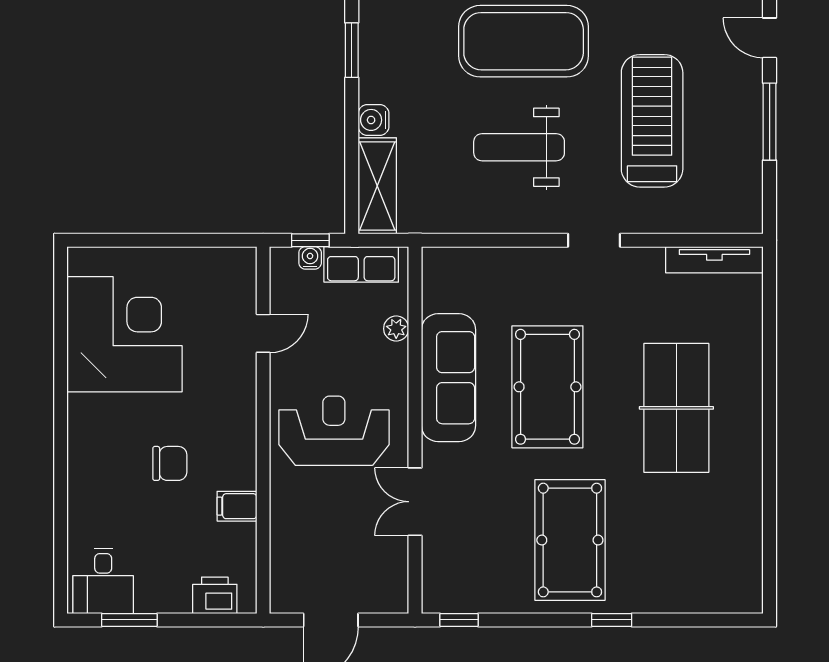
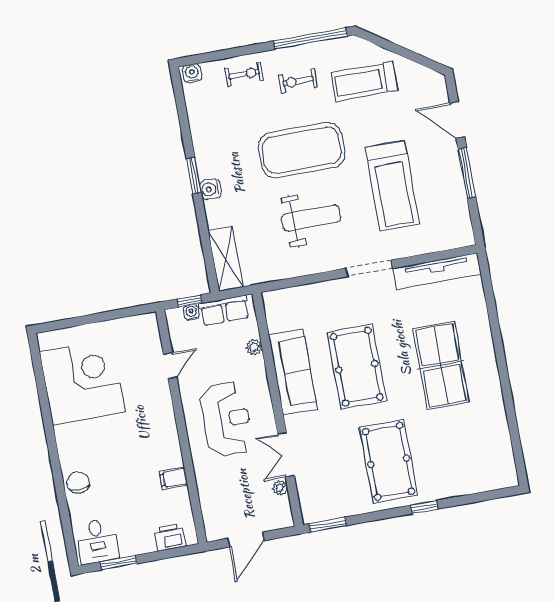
door: (770, 38) -> (457, 120), width x1.38
water cooler: (374, 120) -> (210, 189), moved
treadmill: (652, 121) -> (392, 186), turned 180
weight bench: (519, 147) -> (311, 218), turned 180
doorway: (594, 240) -> (369, 268), width x1.38
tv unit: (714, 260) -> (437, 271), width x1.36, depth x1.29
reception desk: (334, 431) -> (226, 419), turned 90
chair: (170, 463) -> (78, 483), moved, turned -90
plant: (397, 550) -> (280, 488), added
window: (459, 620) -> (327, 525), width x1.50

